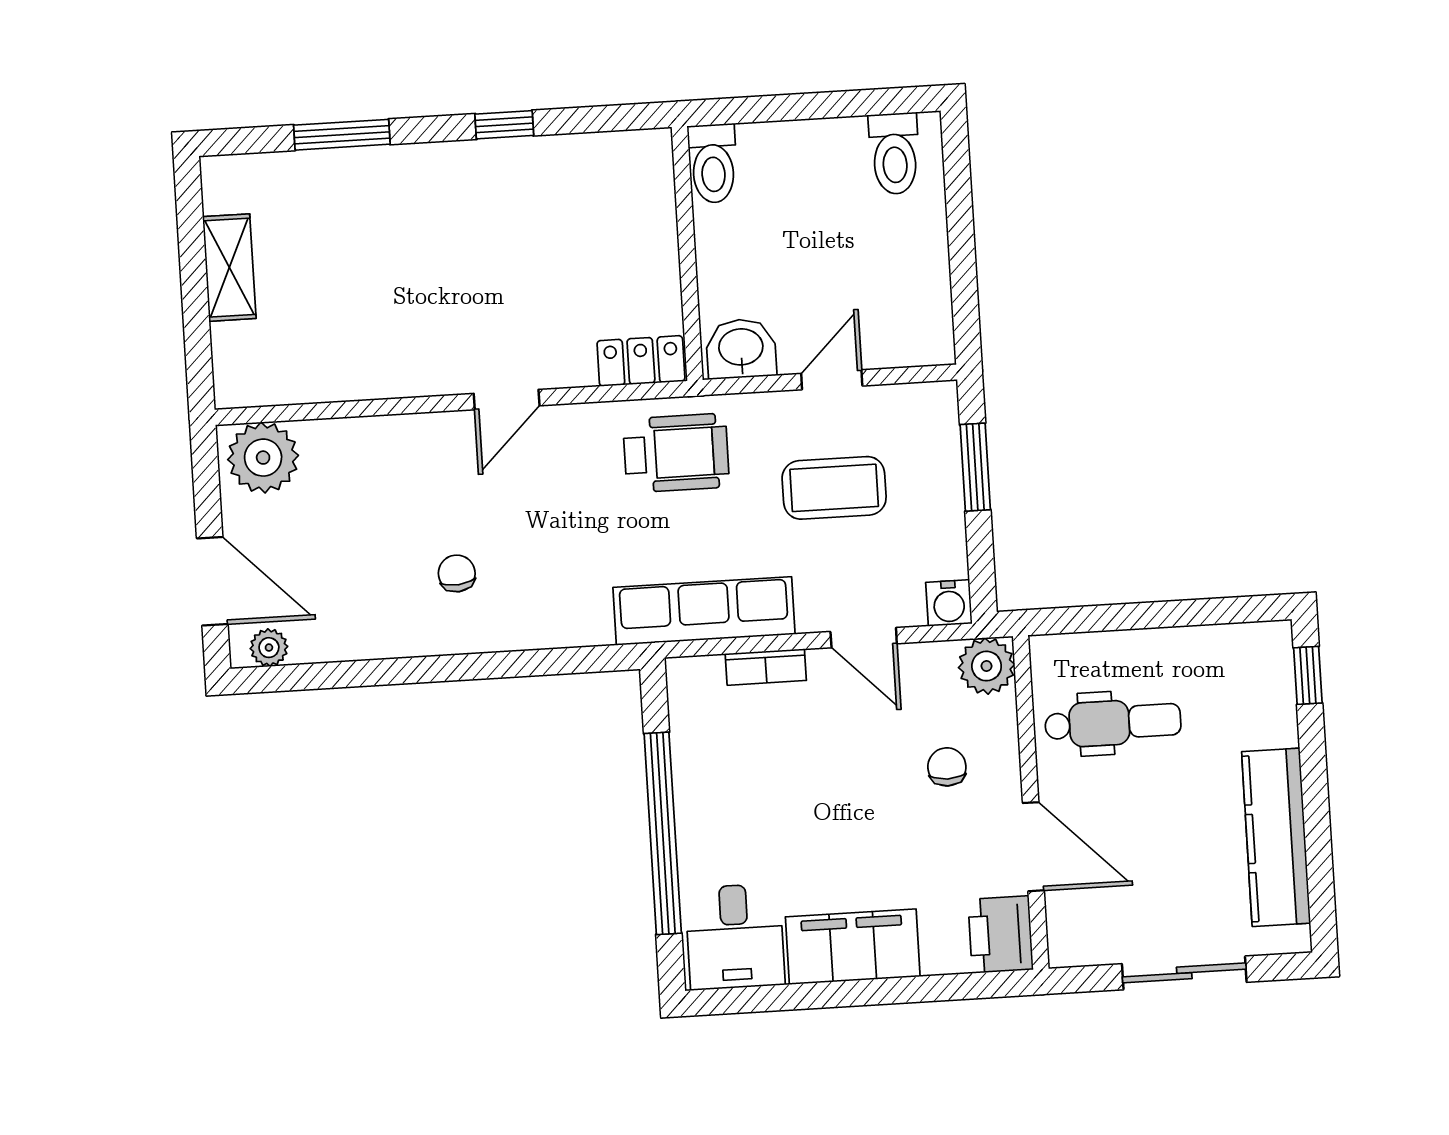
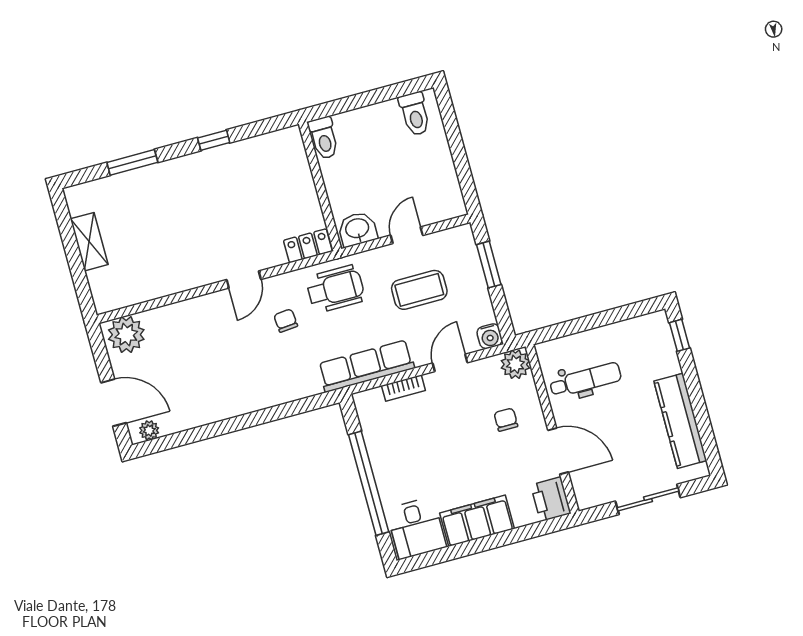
chair: (457, 573) -> (286, 321), moved
door: (864, 638) -> (450, 363), swing flipped

